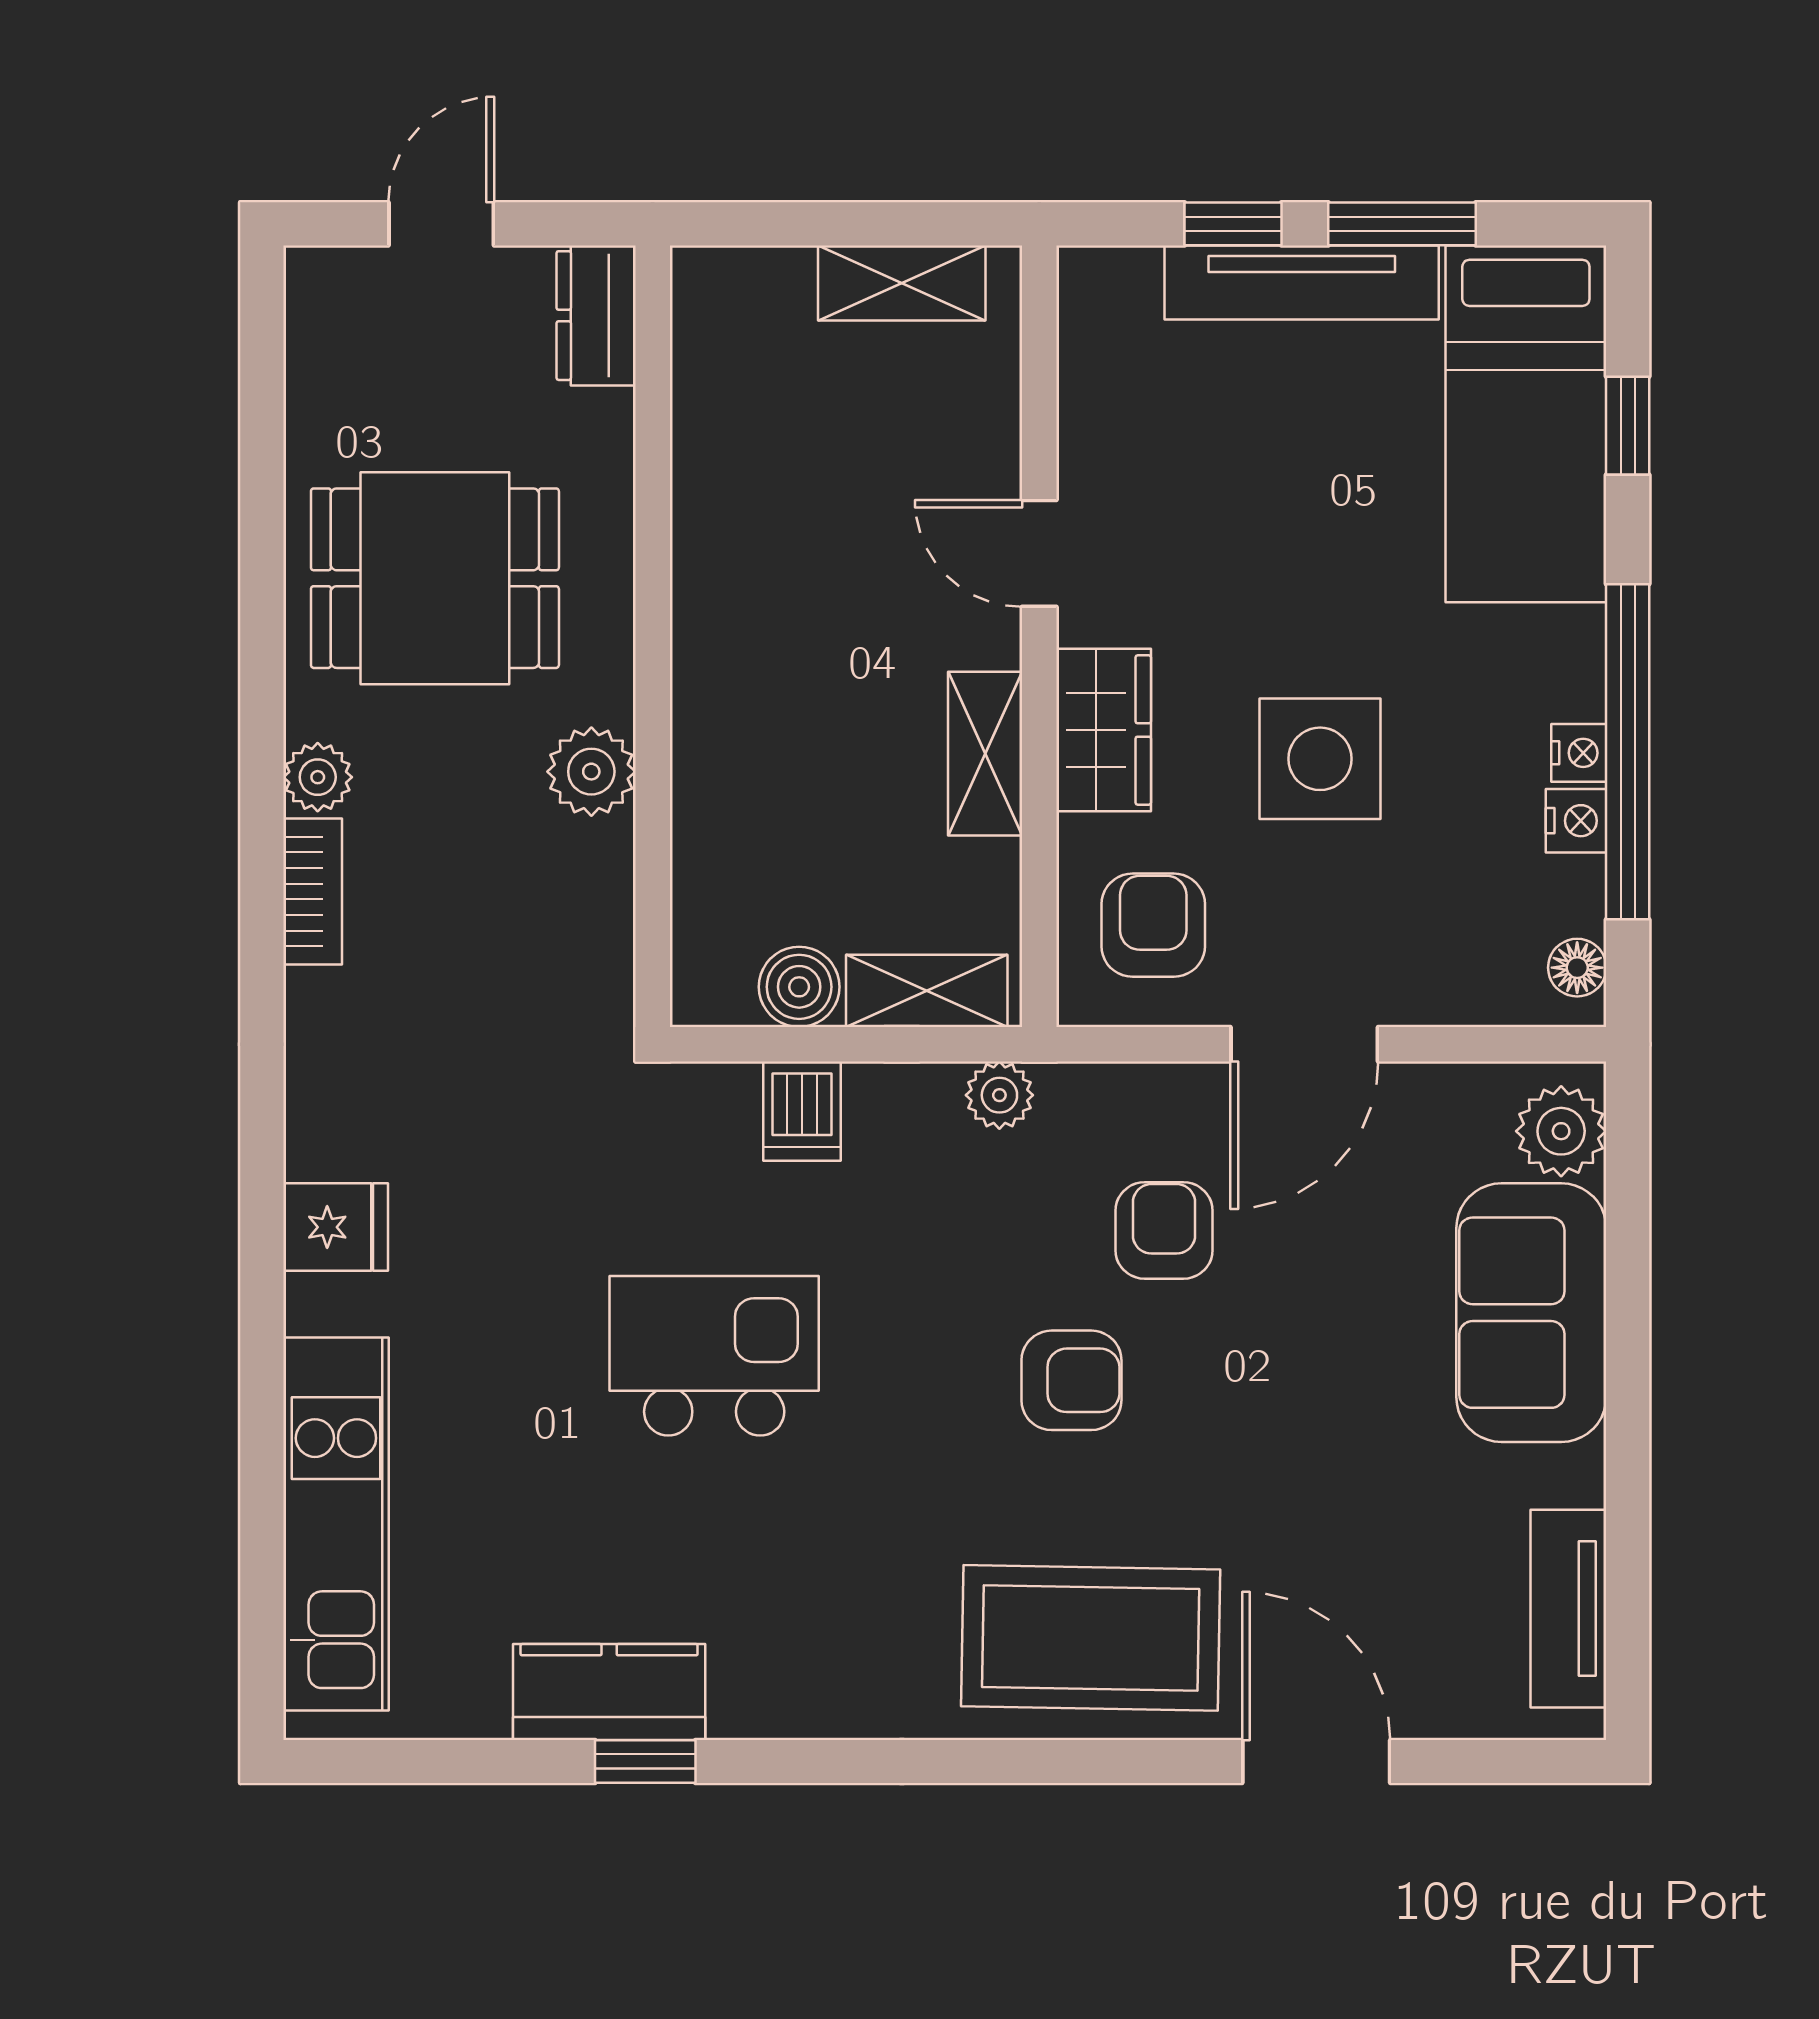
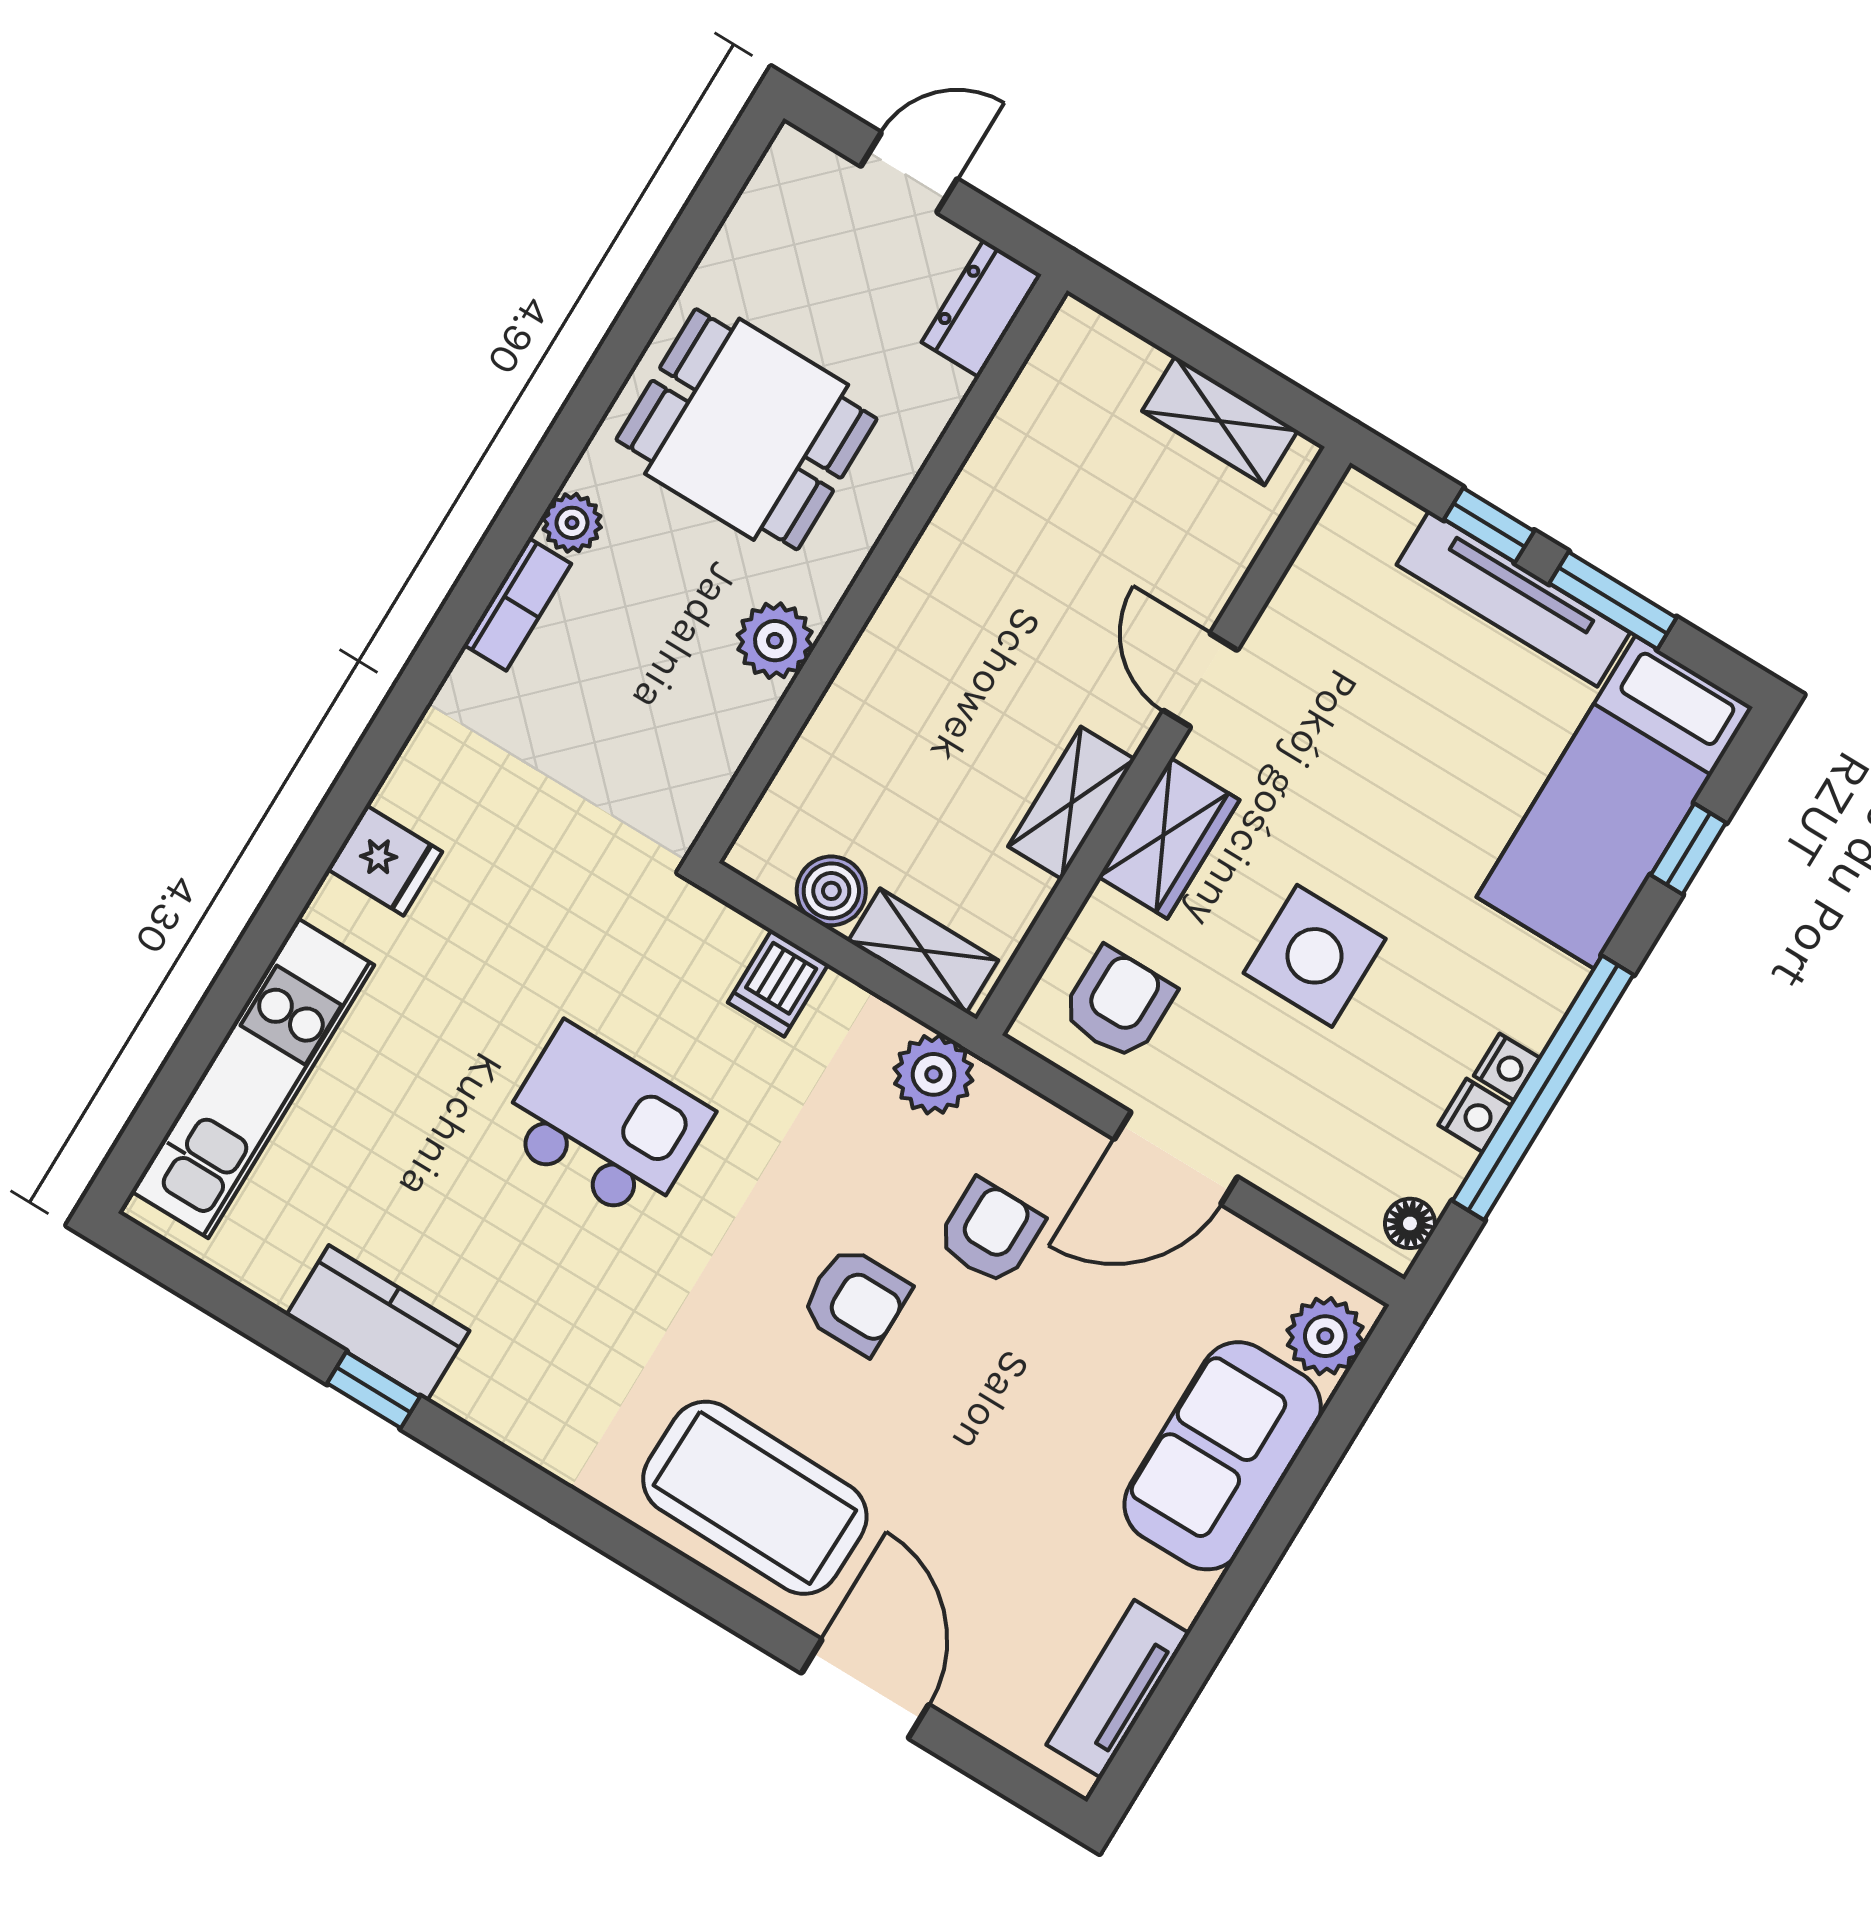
plant: (999, 1095) -> (933, 1074), width x1.38, depth x1.38

